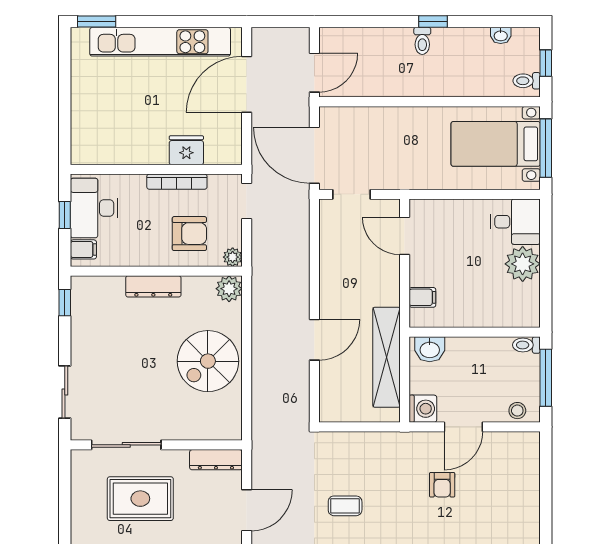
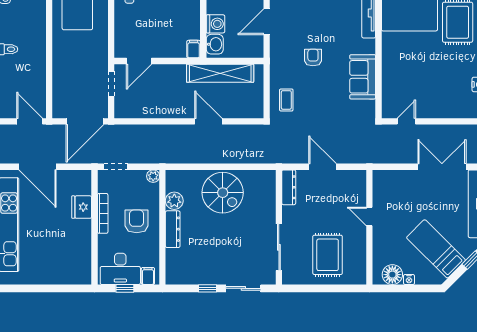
doorway: (351, 194) -> (111, 84), moved
armchair: (189, 234) -> (137, 221), moved
plant: (229, 289) -> (174, 201), moved
filing cabinet: (422, 297) -> (194, 49), moved
window: (65, 303) -> (208, 288), moved
washing machine: (423, 409) -> (215, 24), moved, turned 90
door: (463, 427) -> (267, 22), swing flipped
armchair: (442, 485) -> (313, 58), moved, turned -90
rug: (140, 499) -> (328, 255), moved
coffee table: (345, 506) -> (286, 100), moved

